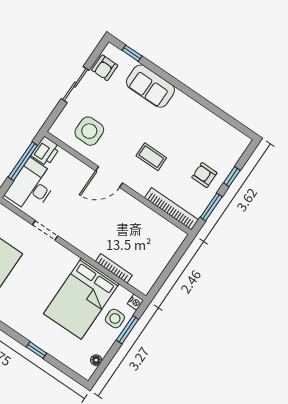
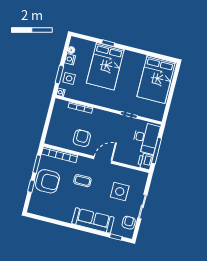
sofa: (150, 86) -> (93, 220), width x1.36
side table: (89, 131) -> (120, 192), moved
armchair: (204, 175) -> (48, 181), width x1.88, depth x1.88
armchair: (129, 221) -> (82, 138), added
bed: (81, 299) -> (105, 66), moved, turned 180
nightstand: (103, 347) -> (70, 59), added

